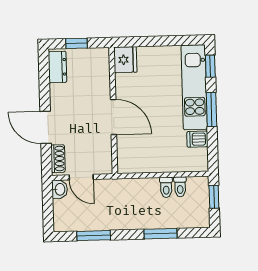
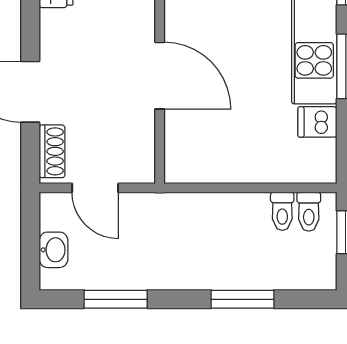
toilet: (166, 187) -> (309, 212), moved
washbasin: (60, 189) -> (54, 250), moved

